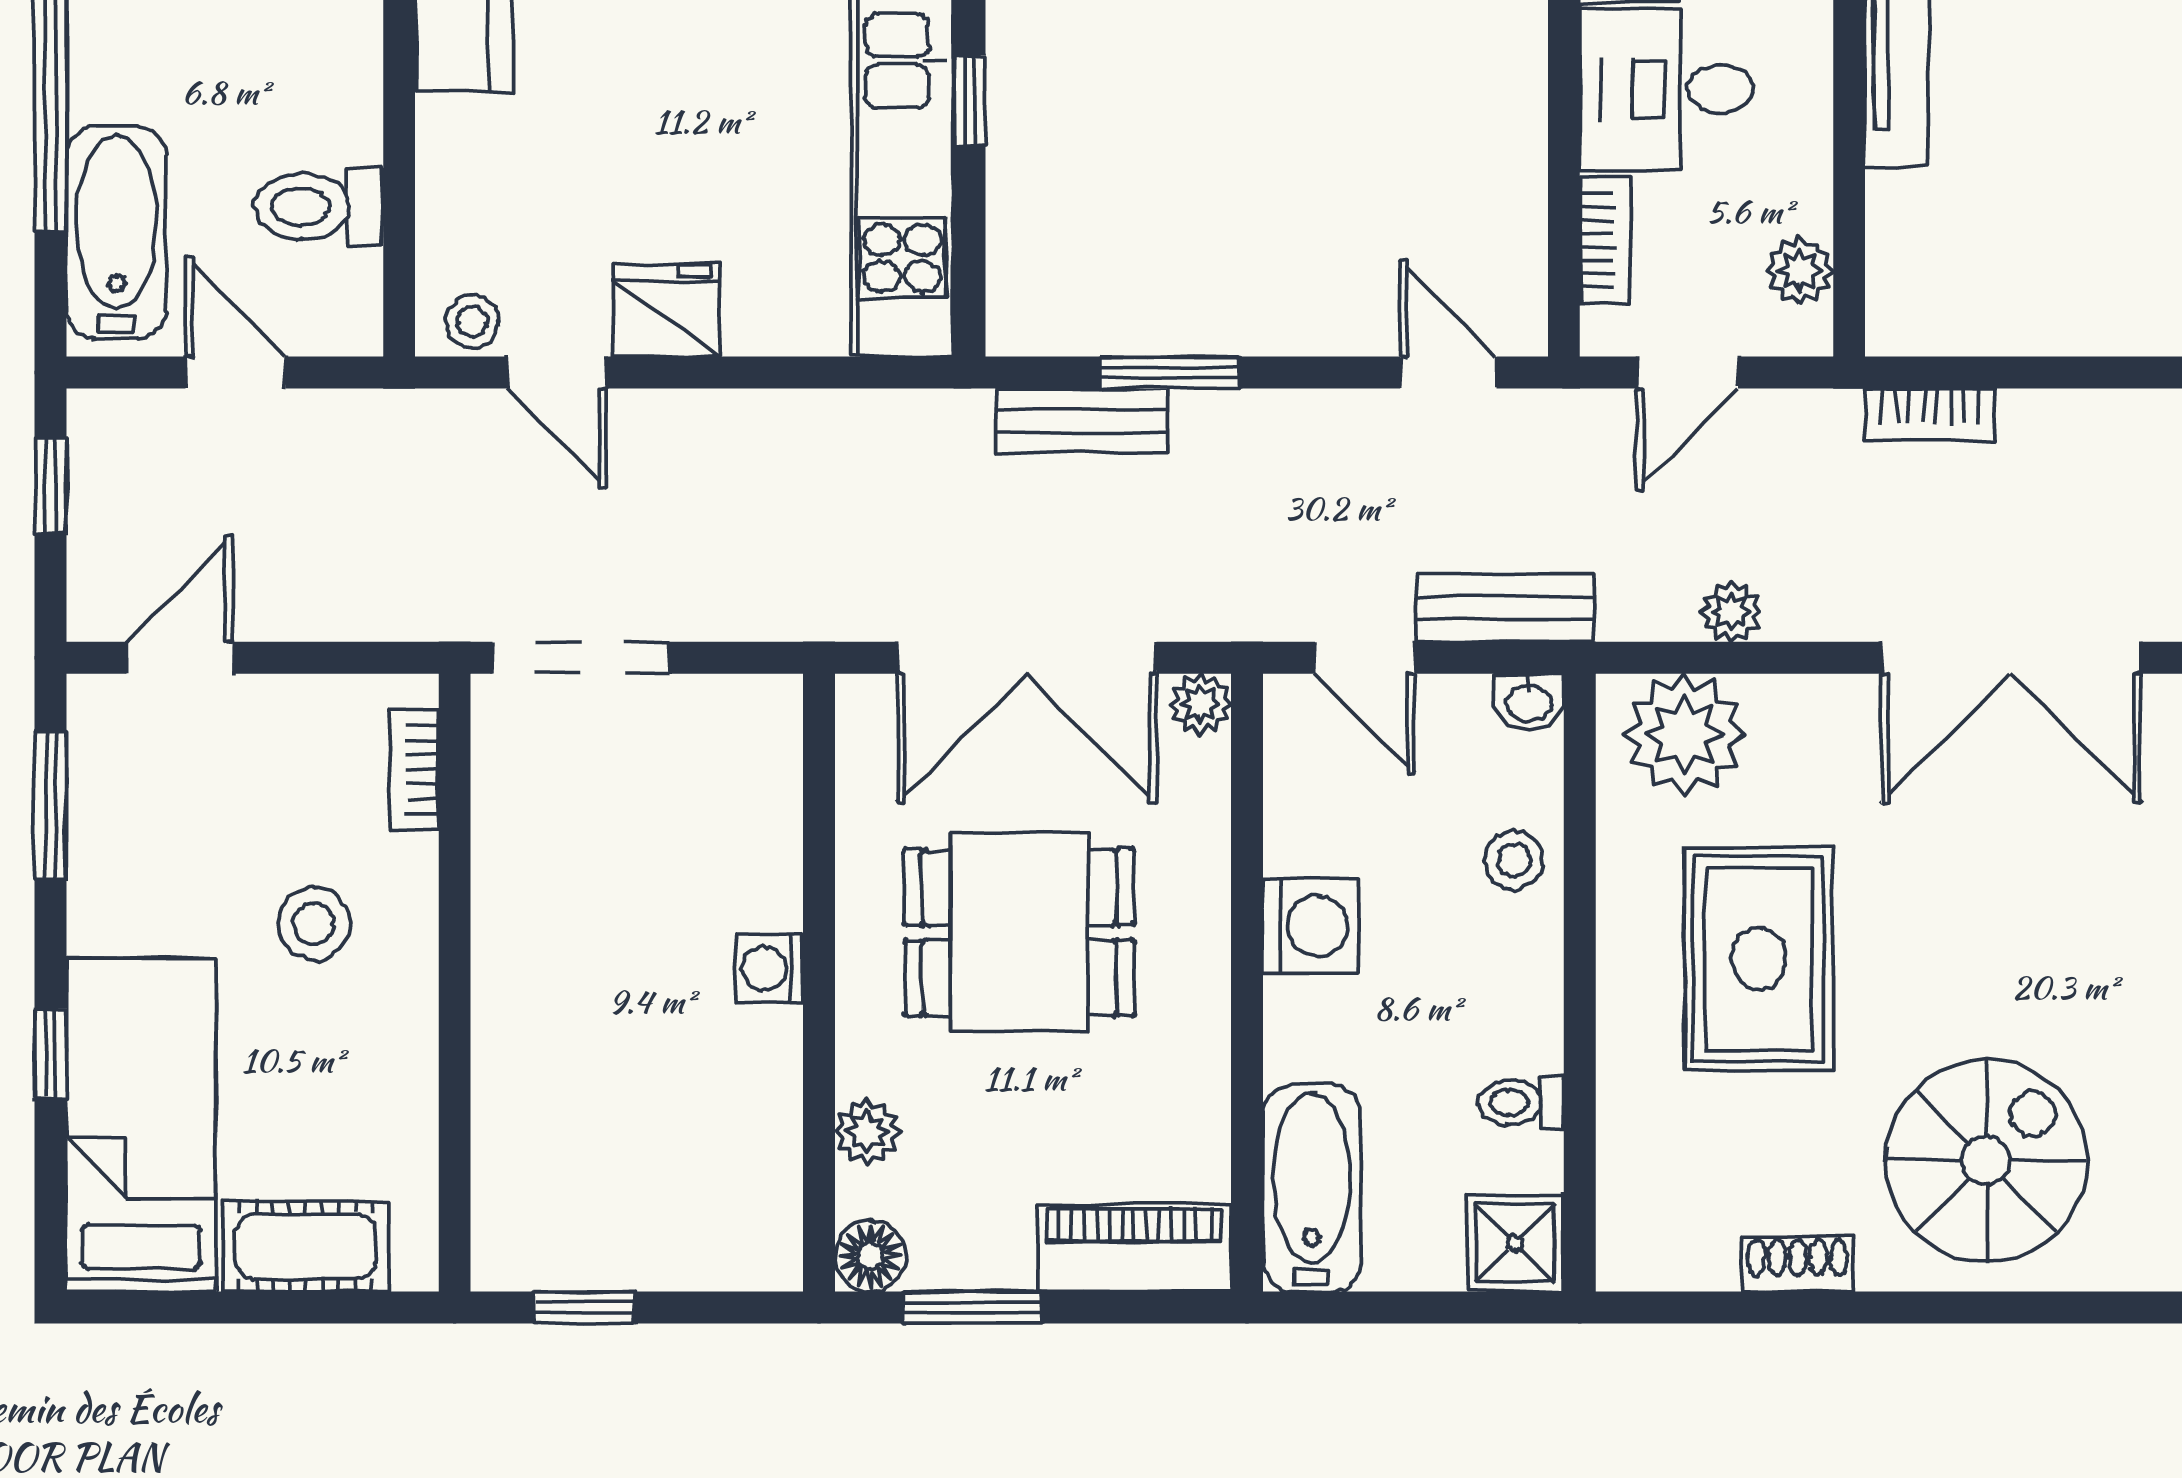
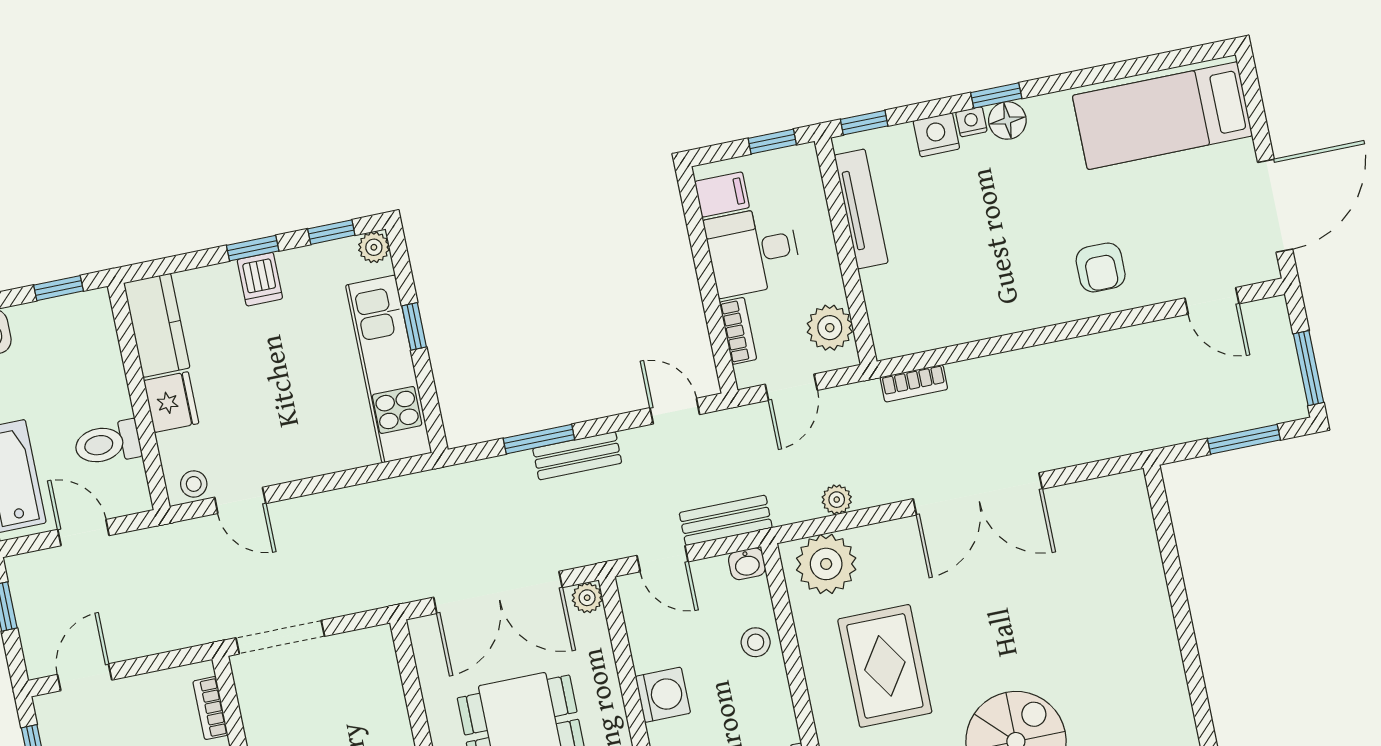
plant: (1800, 271) -> (830, 328), width x1.38, depth x1.38
fridge: (666, 311) -> (171, 402), moved, turned 90
bench: (1082, 421) -> (577, 456), moved

